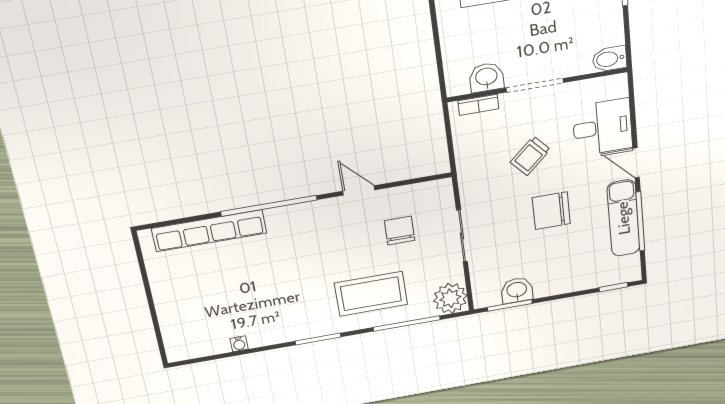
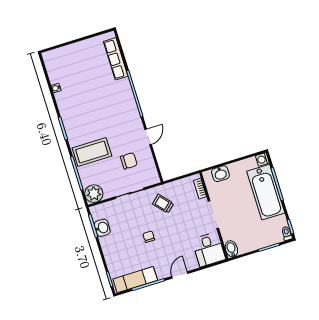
washbasin: (486, 77) -> (220, 174), moved, turned 90
desk: (602, 127) -> (209, 249), moved
trolley: (530, 156) -> (163, 204), moved
chair: (551, 211) -> (149, 237), width x0.54, depth x0.54
exam couch: (623, 218) -> (135, 280), moved
row of seats: (209, 231) -> (116, 59), width x0.73
coffee table: (371, 294) -> (92, 152), turned 90

